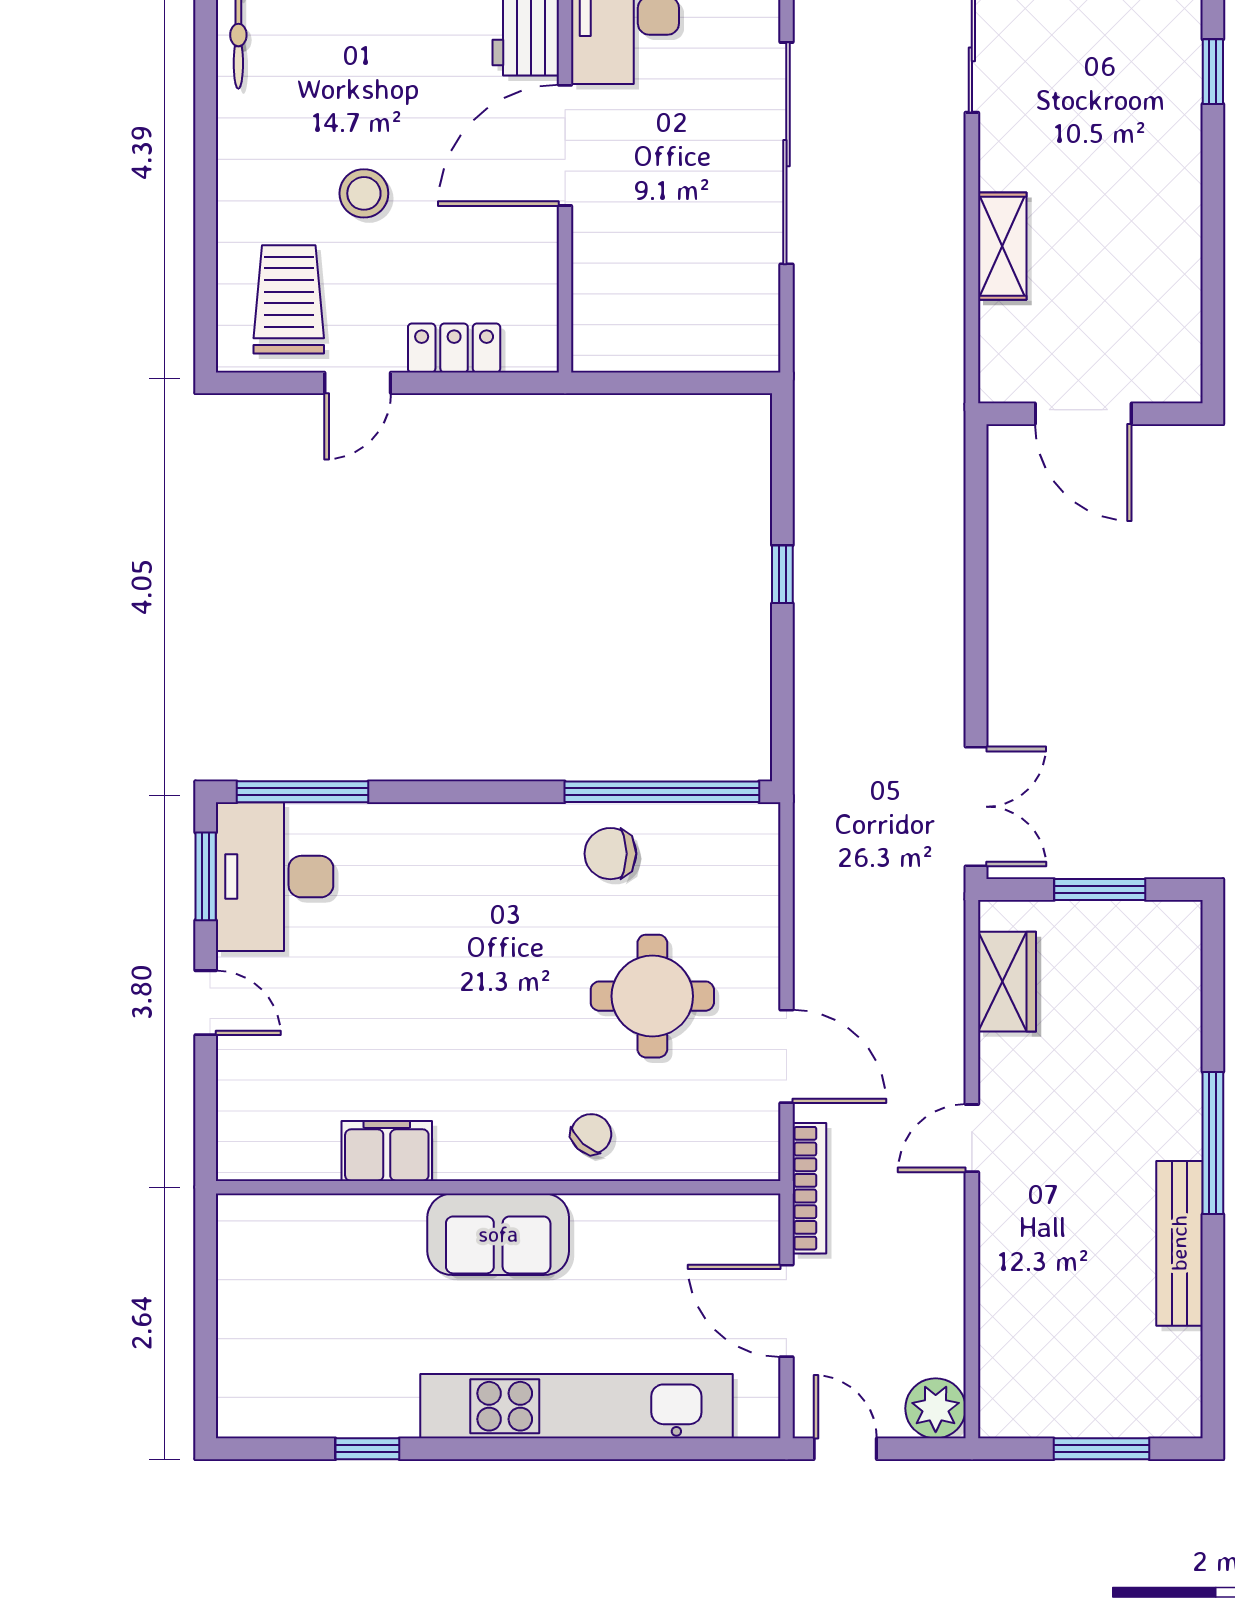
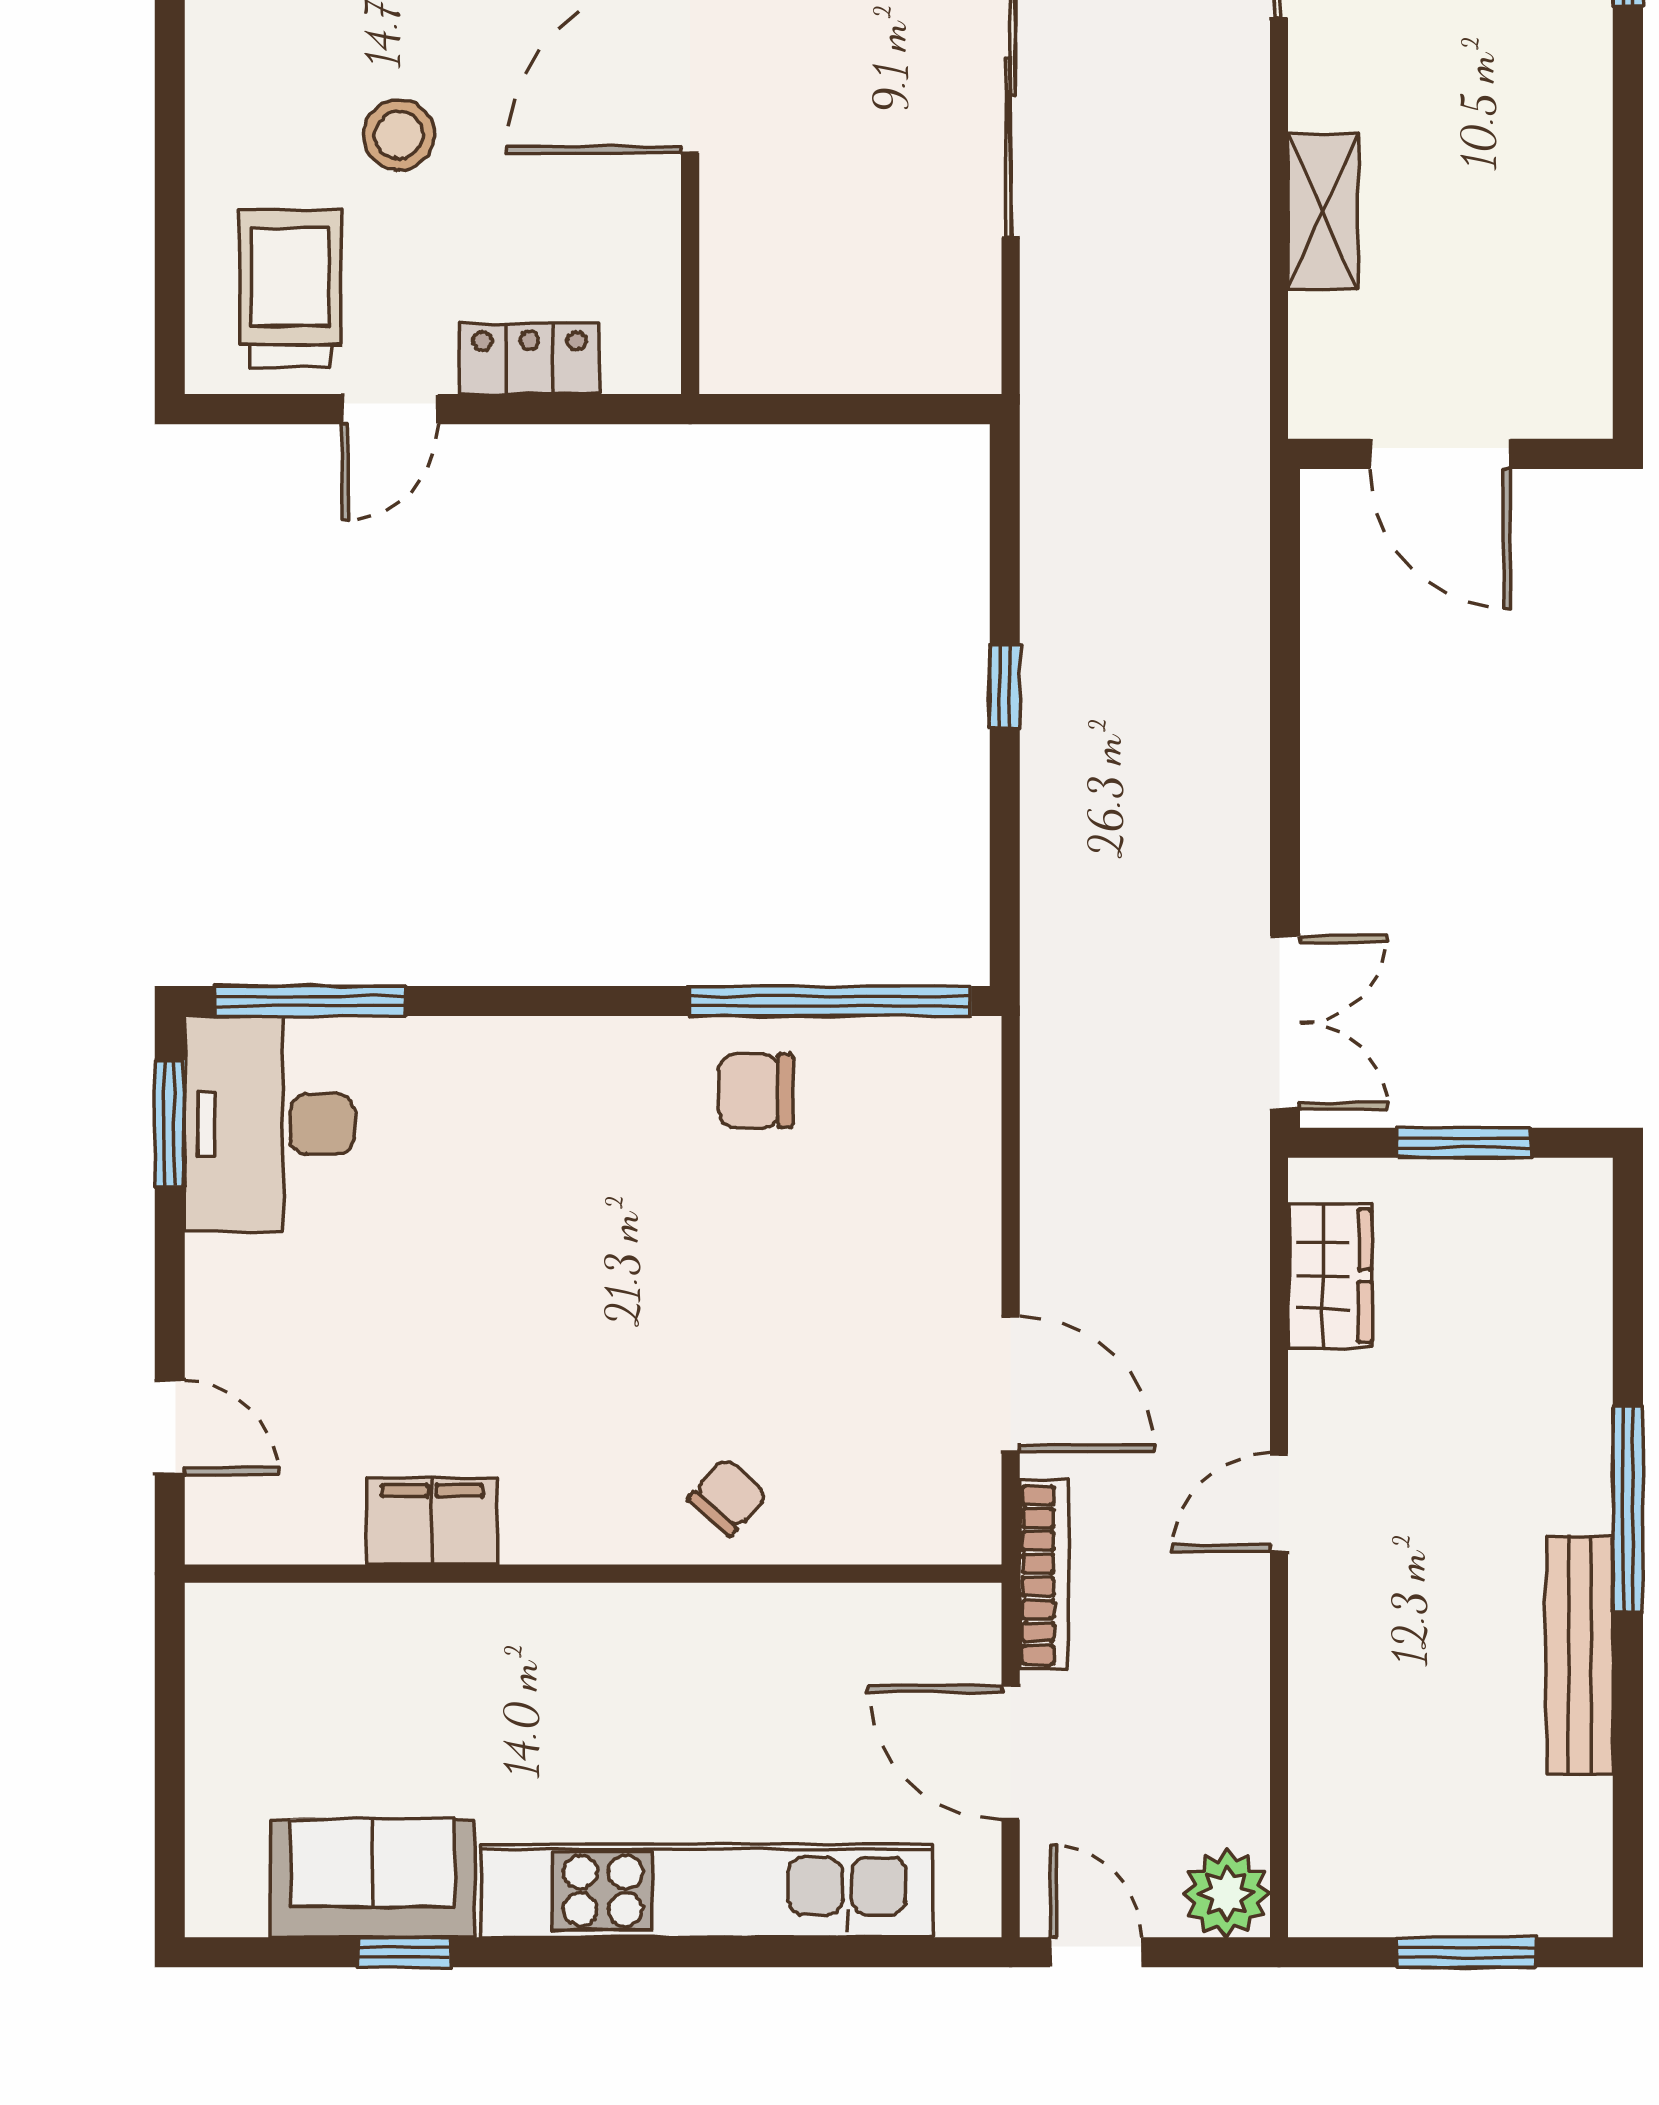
round table: (652, 996) -> (816, 1297), removed
door: (206, 1003) -> (170, 1428), moved
sofa: (498, 1234) -> (372, 1878), moved, turned 180

